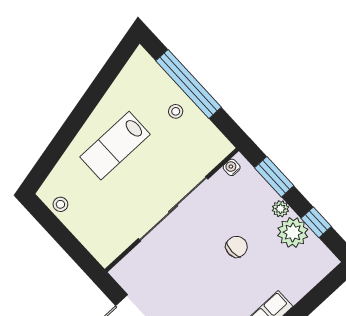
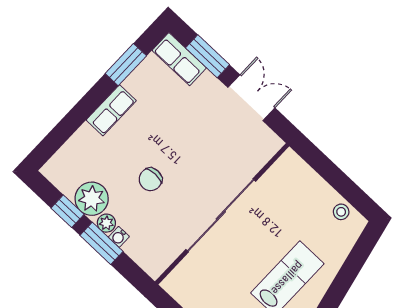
water cooler: (232, 167) -> (119, 237), moved, turned 90
window: (274, 177) -> (101, 243), moved

